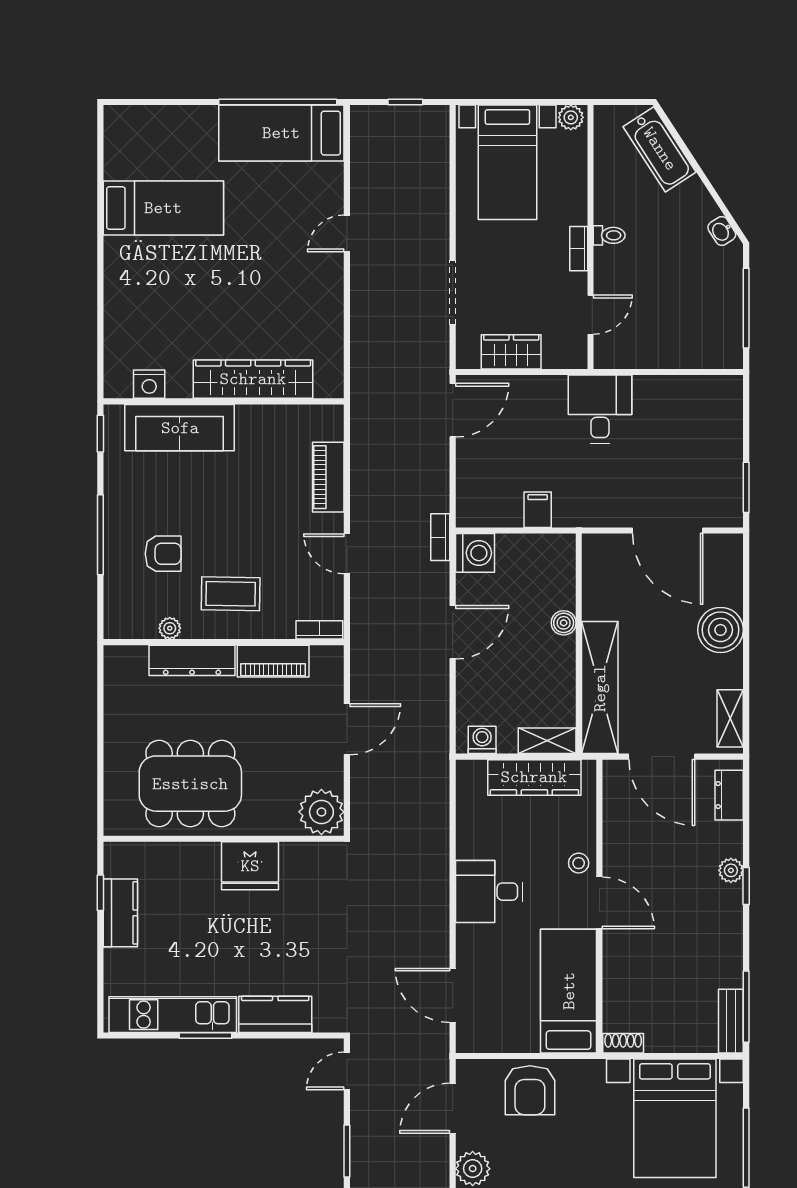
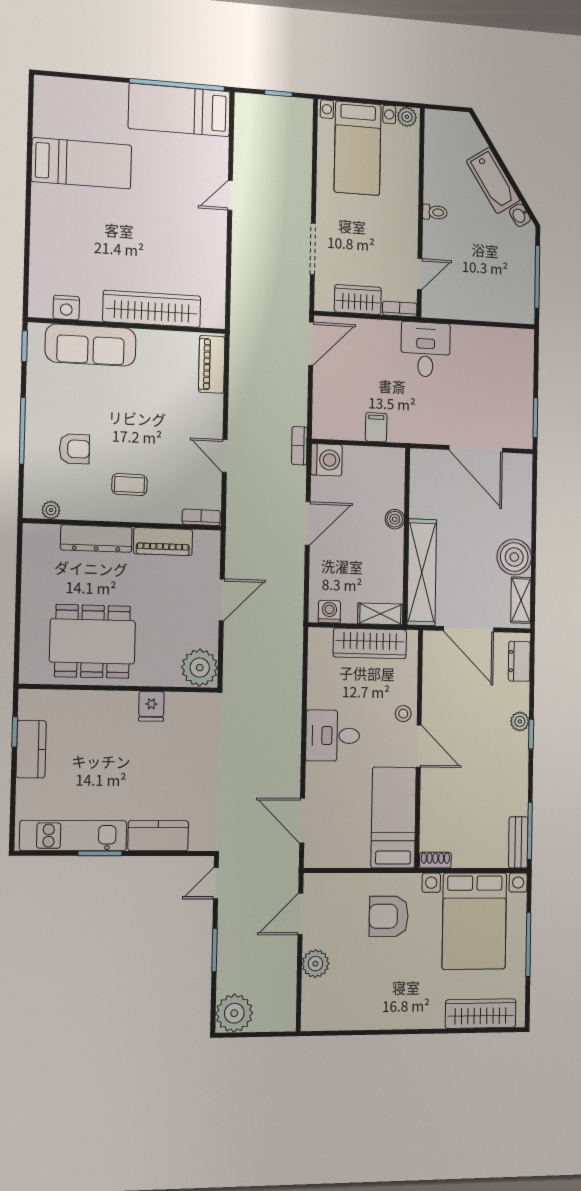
bathtub: (660, 149) -> (493, 181), moved
bookcase: (579, 249) -> (400, 309), moved, turned 90
piano: (328, 477) -> (212, 364), moved
coffee table: (231, 594) -> (129, 485), width x0.73, depth x0.77
plant: (170, 628) -> (51, 510), moved
boiler: (720, 630) -> (514, 557), moved
fridge: (250, 866) -> (151, 706), width x0.53, depth x0.75
armchair: (530, 1090) -> (389, 916), moved, turned 90

